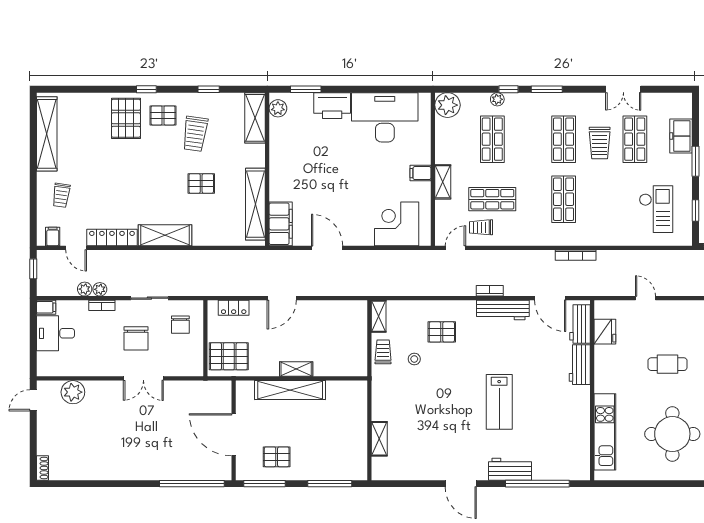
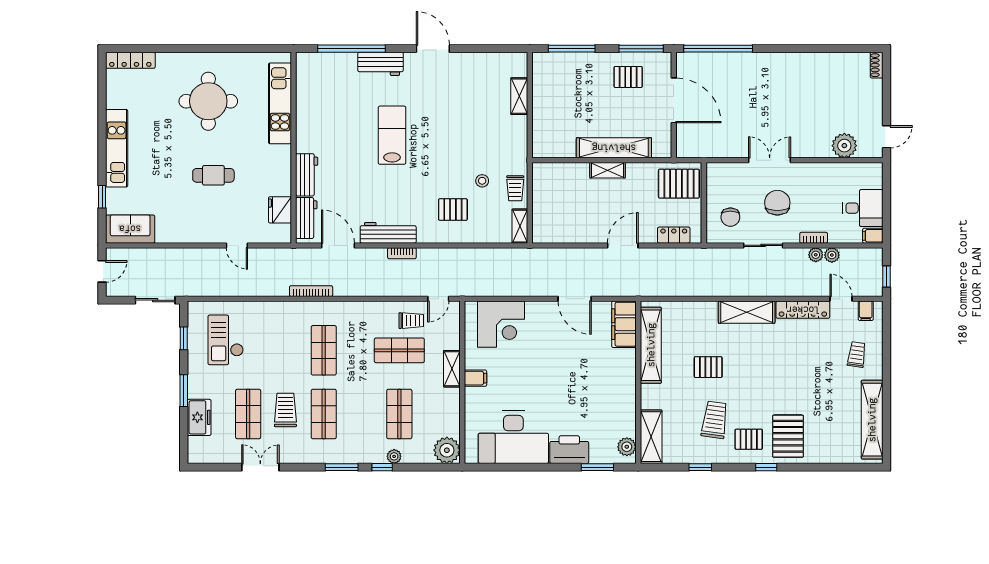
chair: (180, 325) -> (730, 217), turned 180

